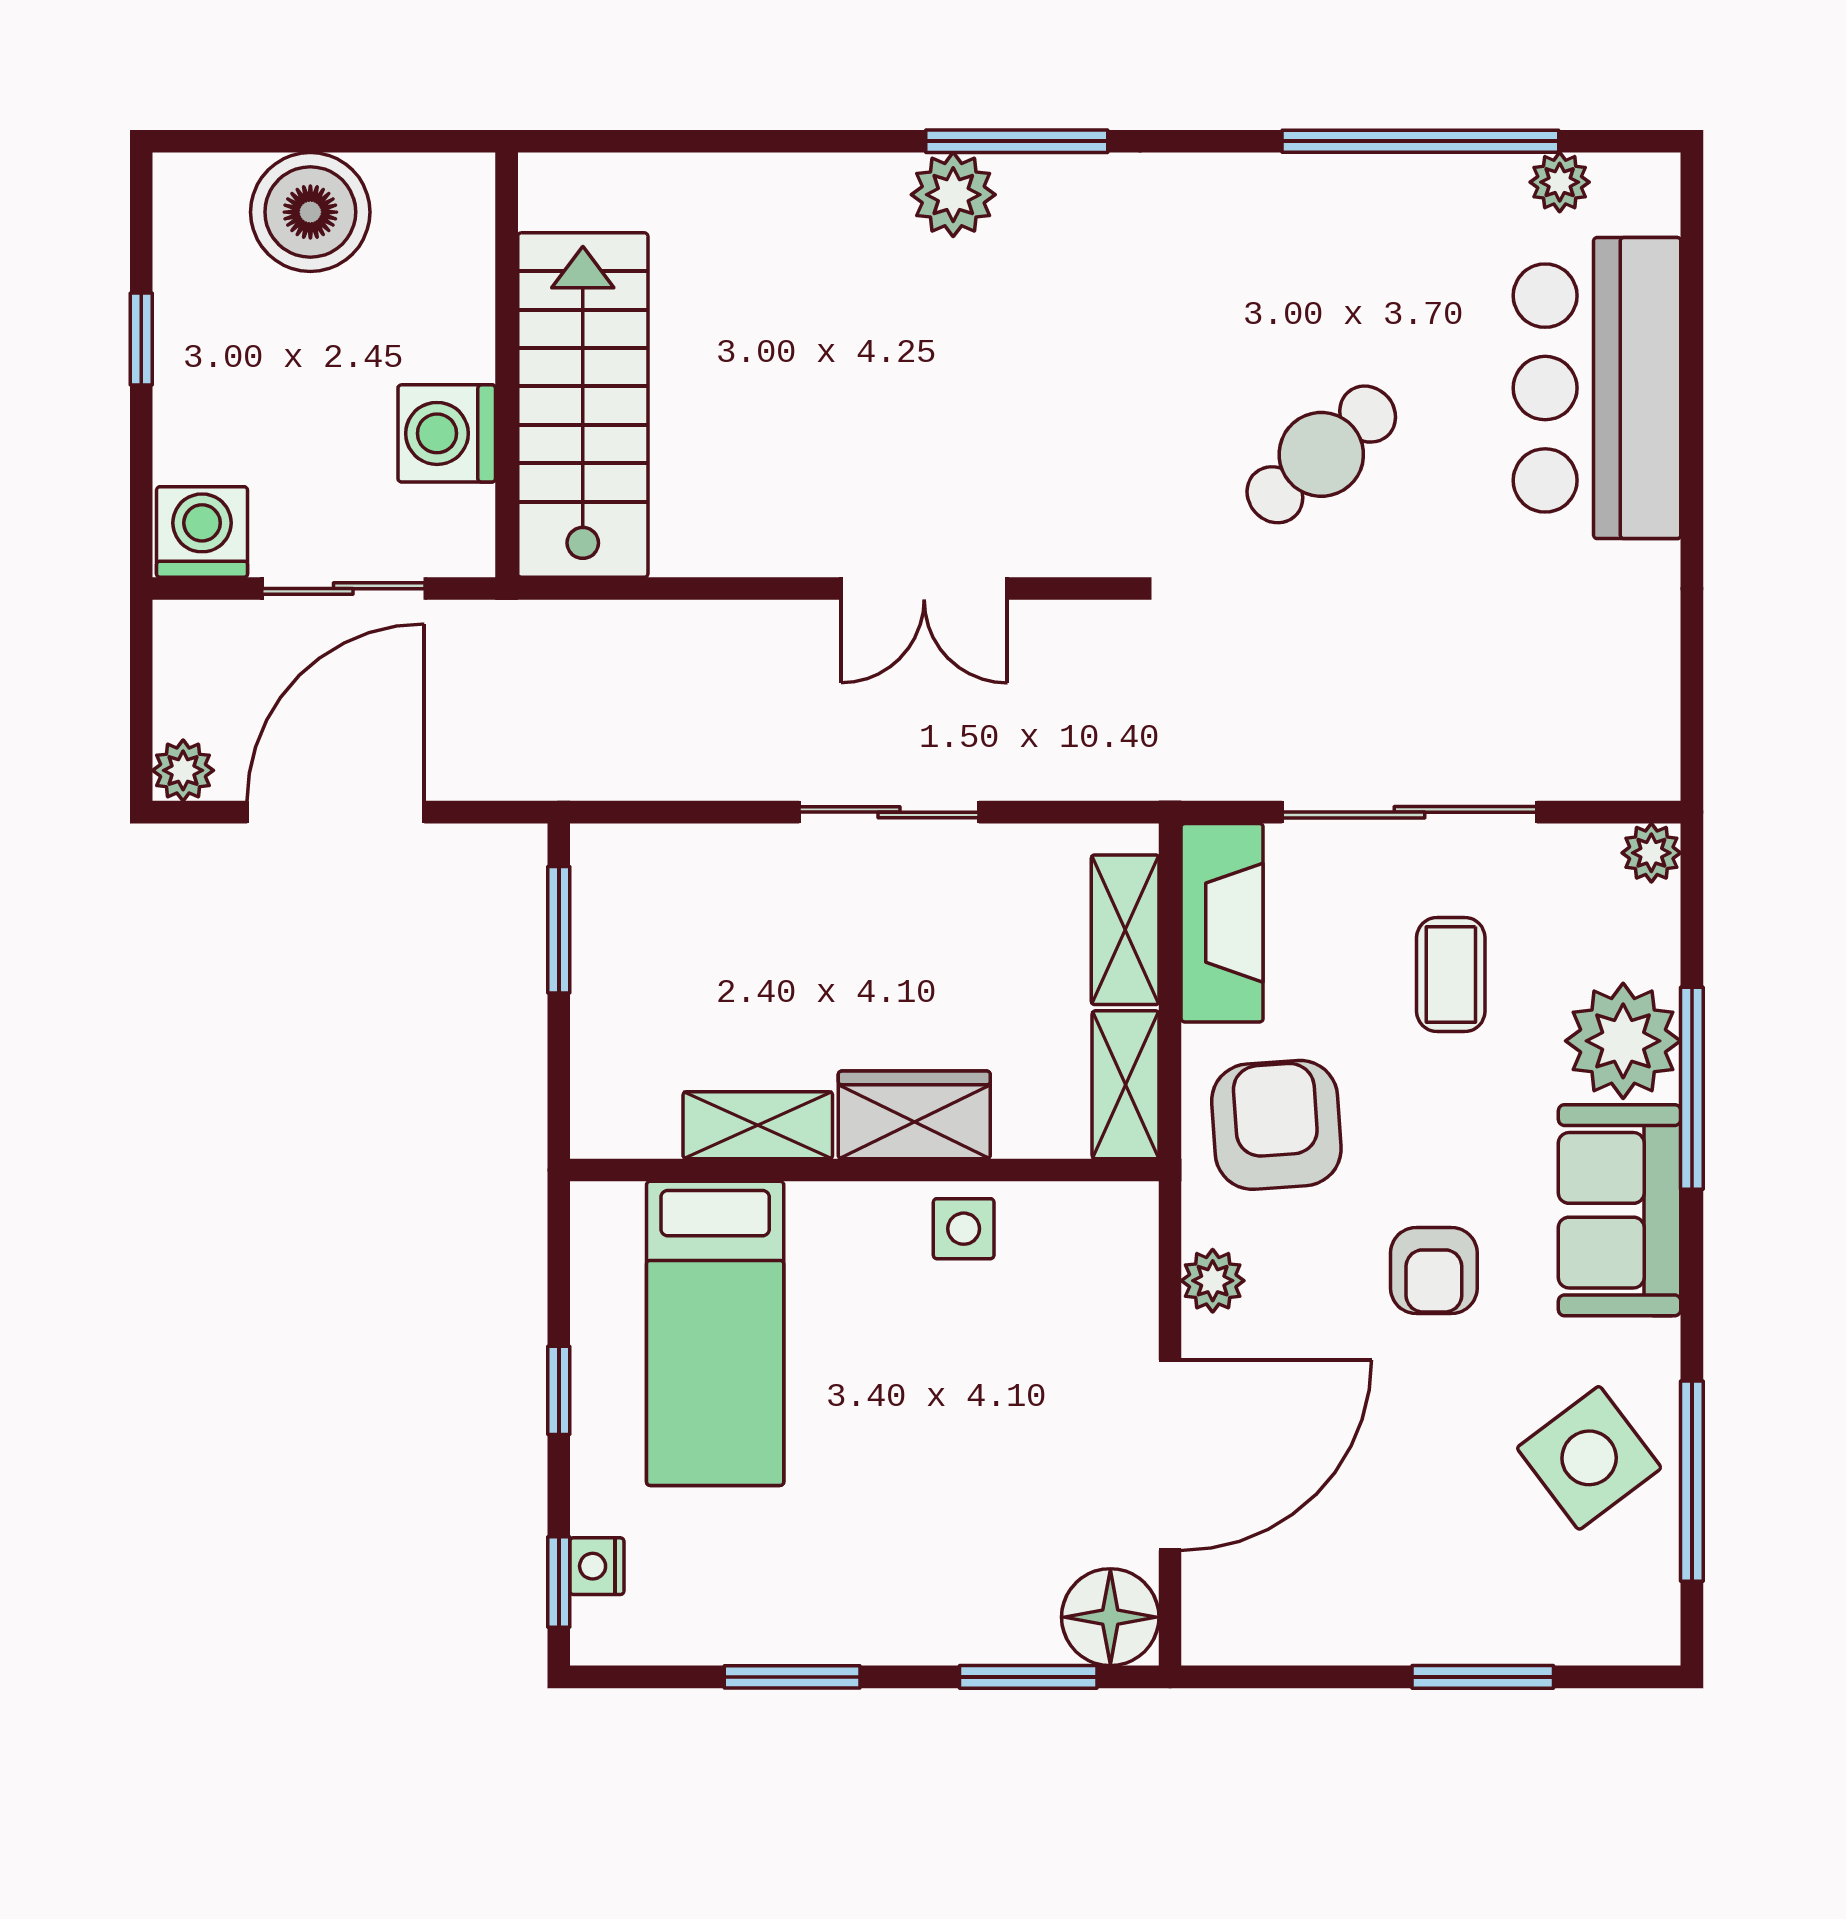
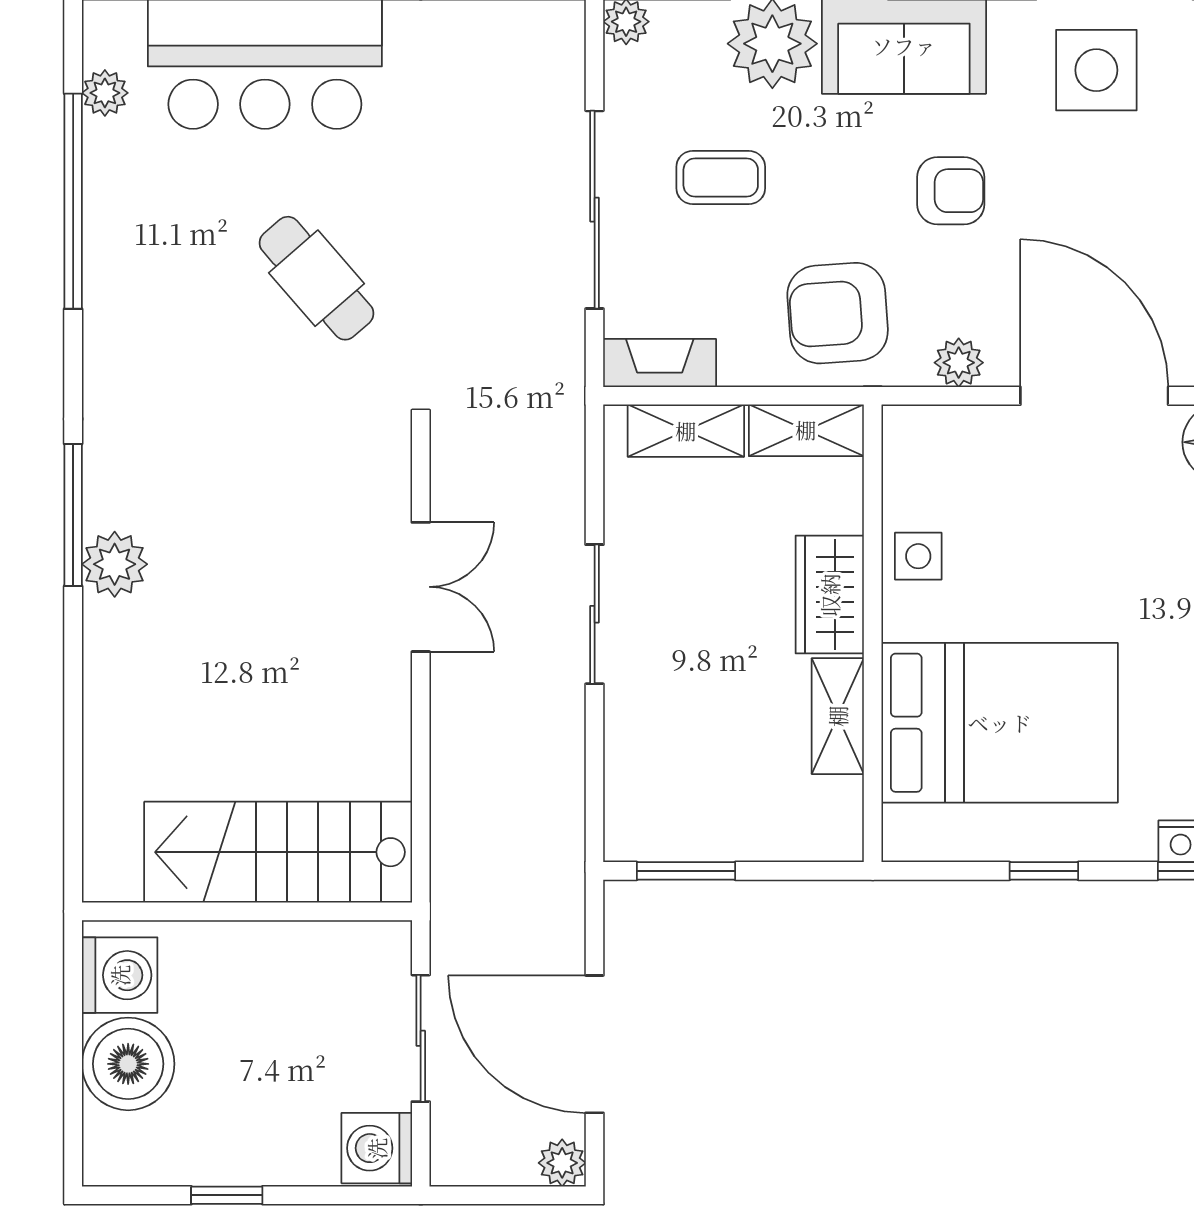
washing machine: (447, 433) -> (120, 975), moved, turned -90
fireplace: (1222, 923) -> (660, 363), width x0.73, depth x0.76
bed: (715, 1333) -> (1000, 723), width x1.50
side table: (1589, 1458) -> (1096, 70), turned 37

